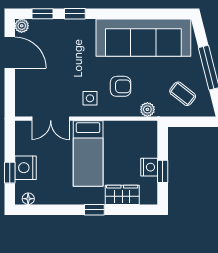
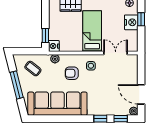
nightstand: (149, 167) -> (54, 46), moved
window: (163, 171) -> (45, 35), moved

